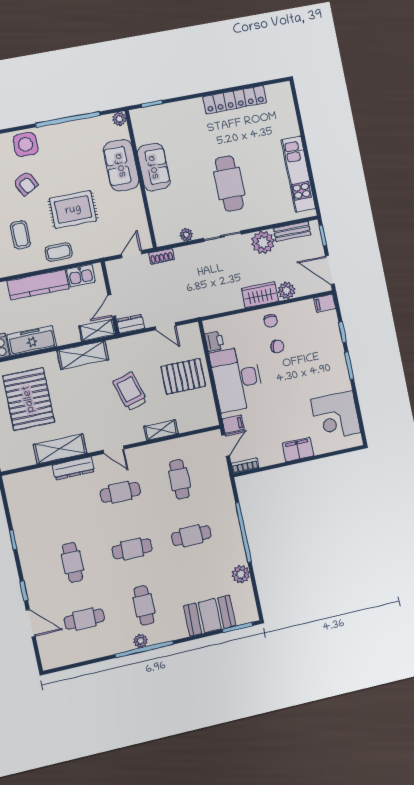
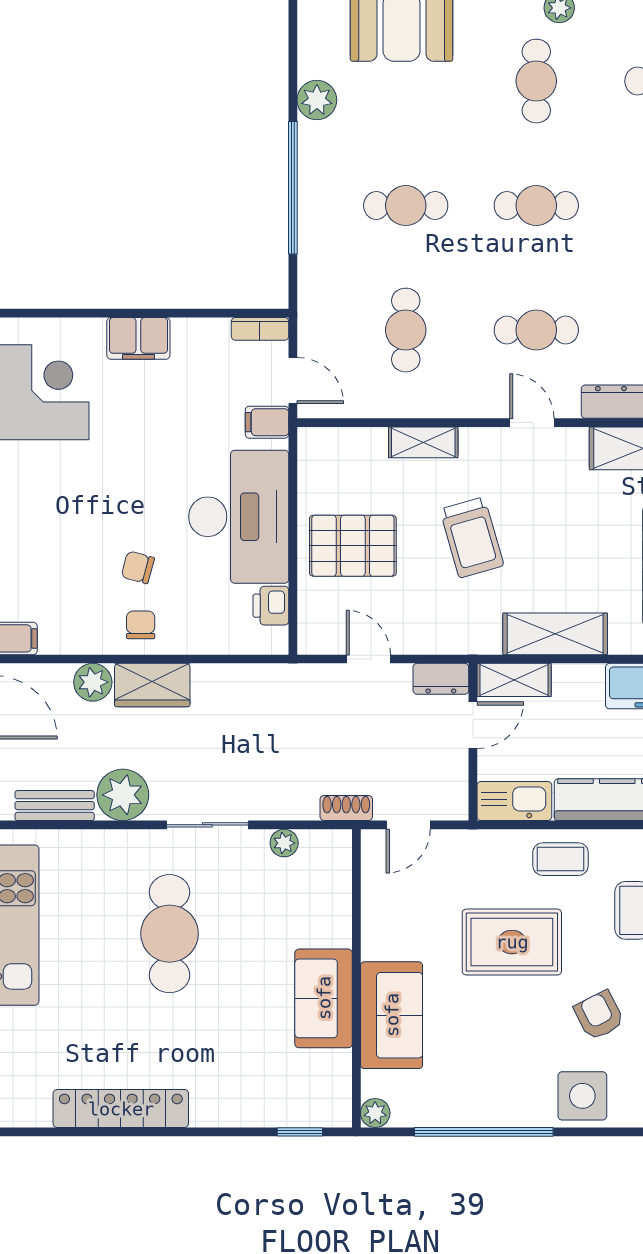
kitchen sink: (81, 276) -> (514, 801), width x1.38
door: (226, 445) -> (293, 381), swing flipped

